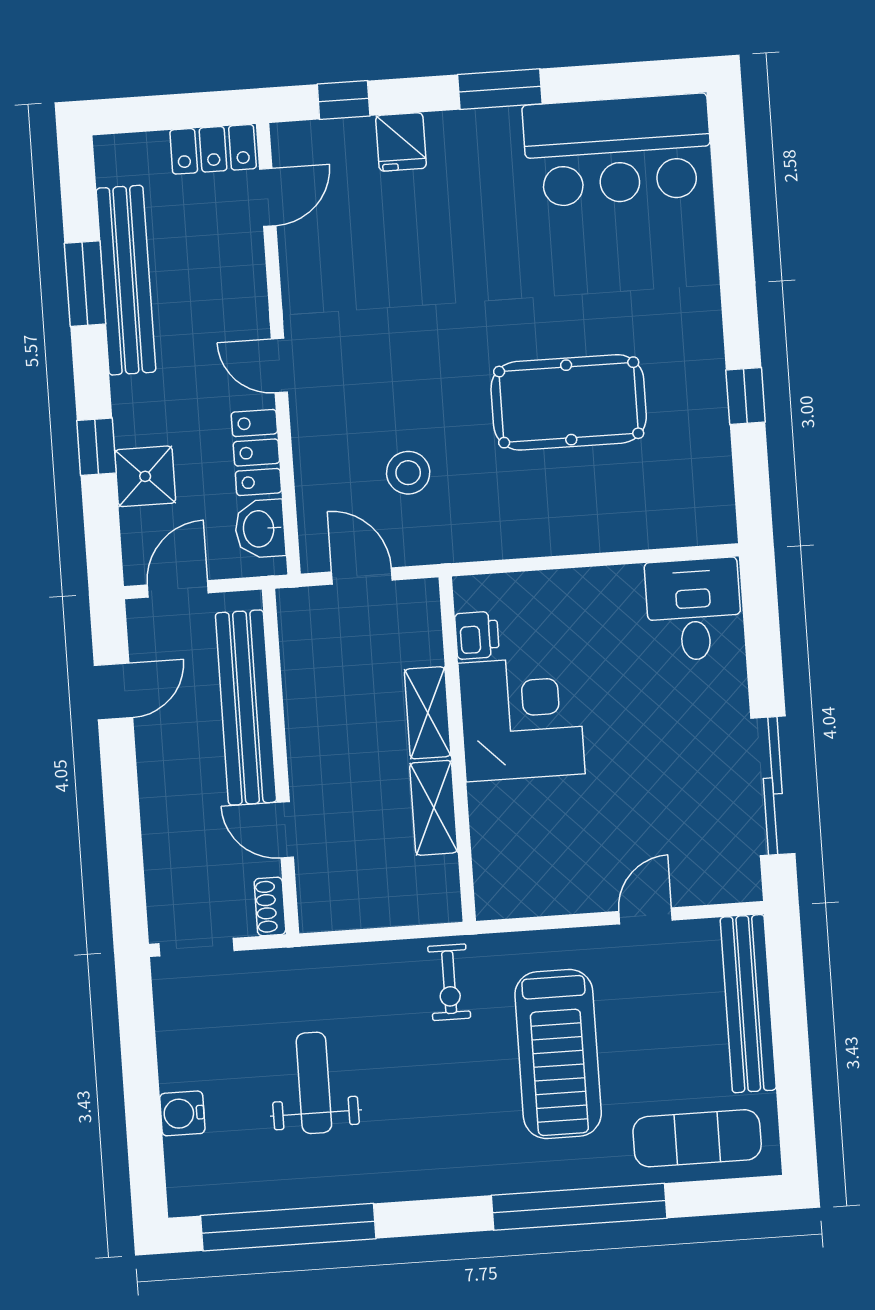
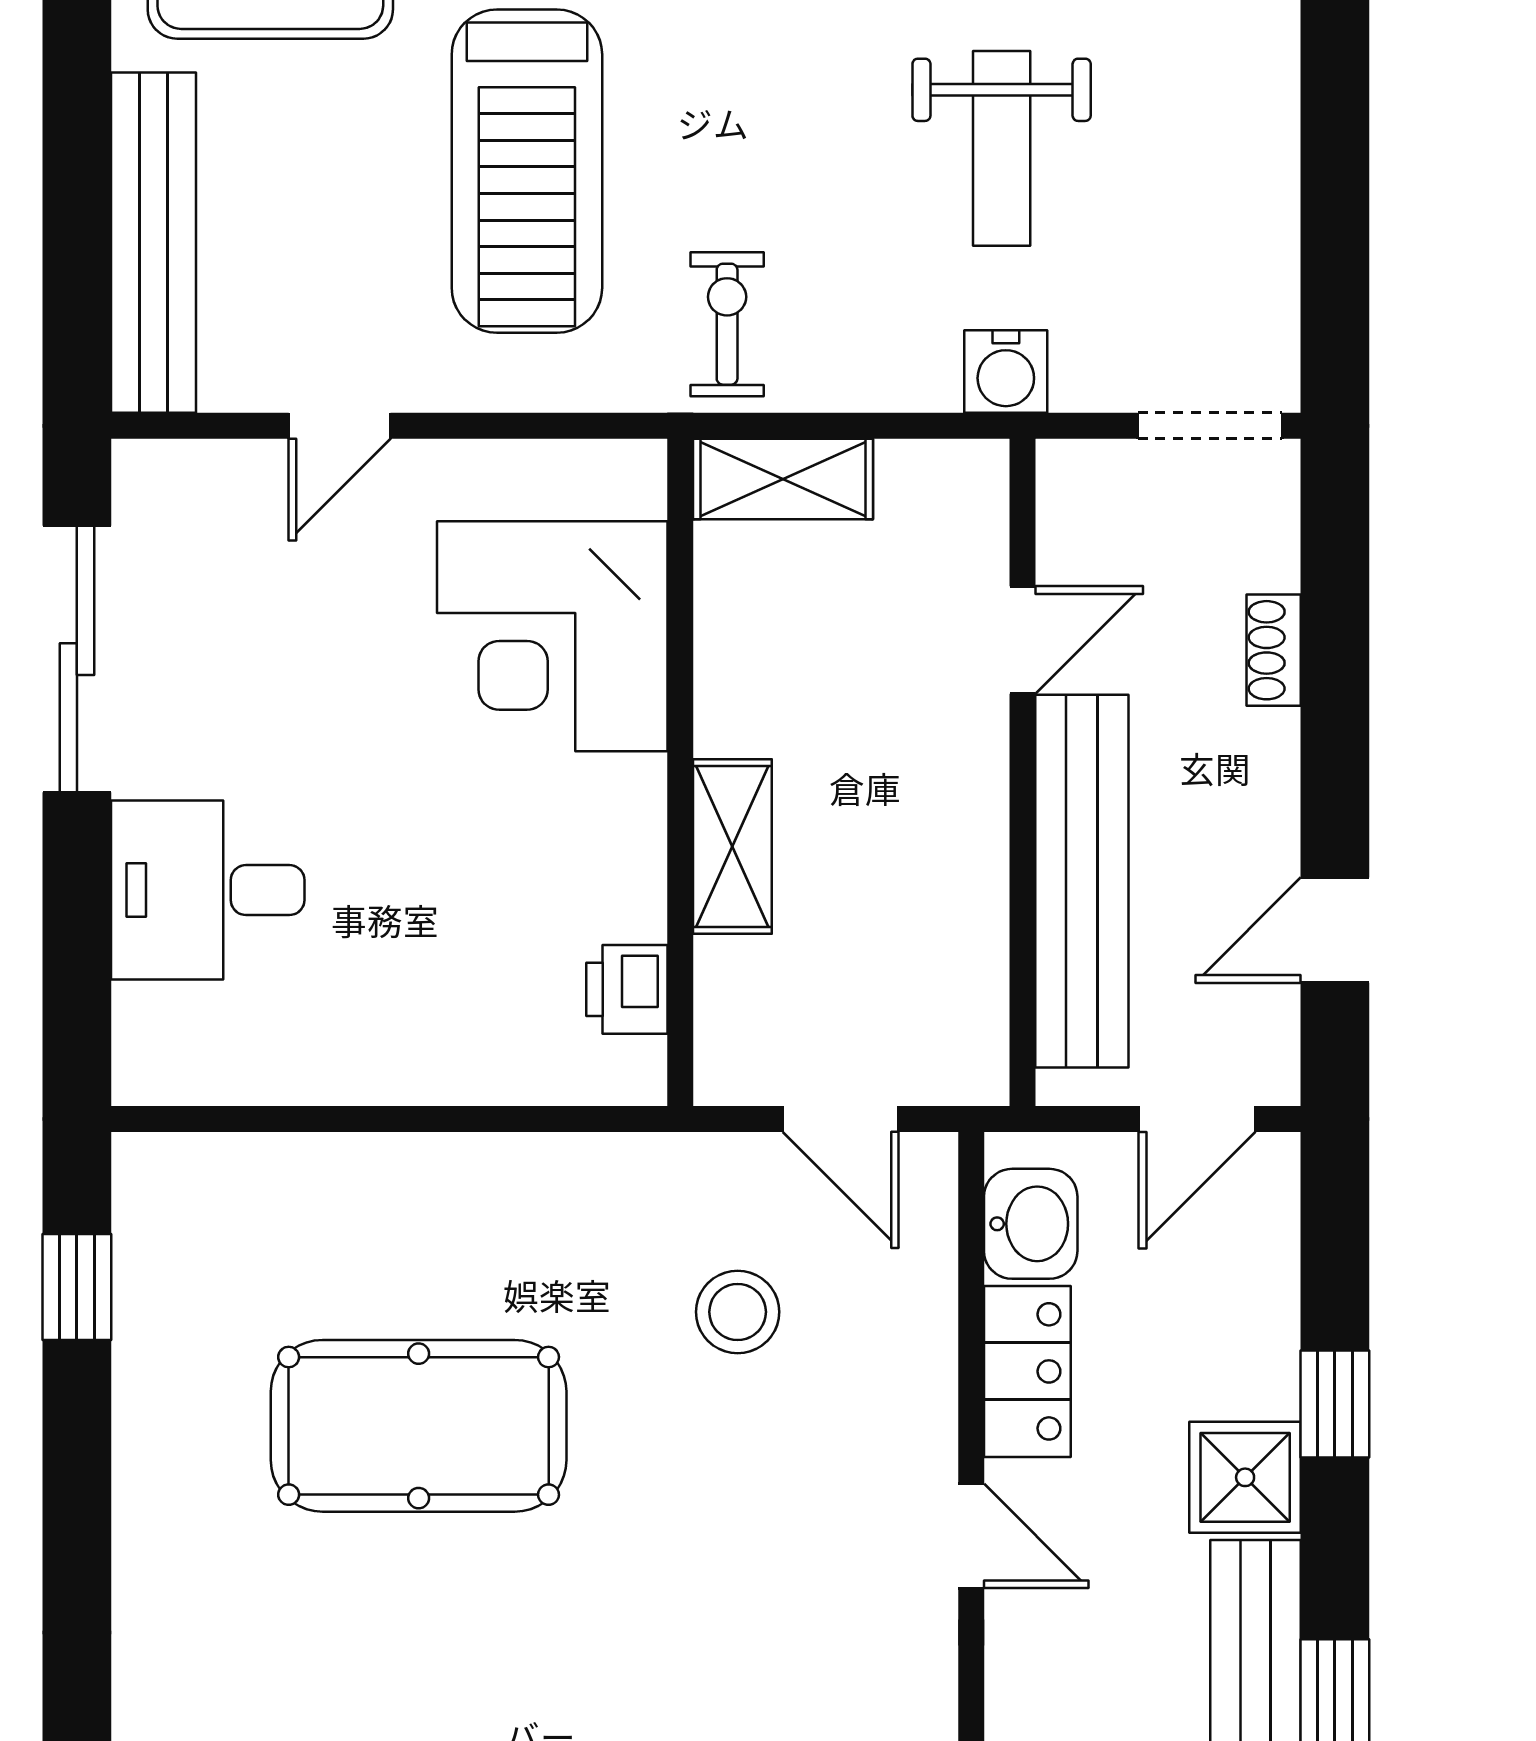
window: (746, 396) -> (77, 1287), moved
shower: (145, 476) -> (1245, 1477), moved
desk: (694, 610) -> (208, 890), moved, turned 90
corner desk: (521, 719) -> (552, 636), moved
shelving: (434, 808) -> (783, 479), moved, turned 90
door: (285, 830) -> (1023, 640), hinge flipped
shoe rack: (270, 906) -> (1274, 650), moved, turned 180
treadmill: (558, 1054) -> (527, 171), turned 180
water cooler: (182, 1113) -> (1006, 372), moved, turned 90

